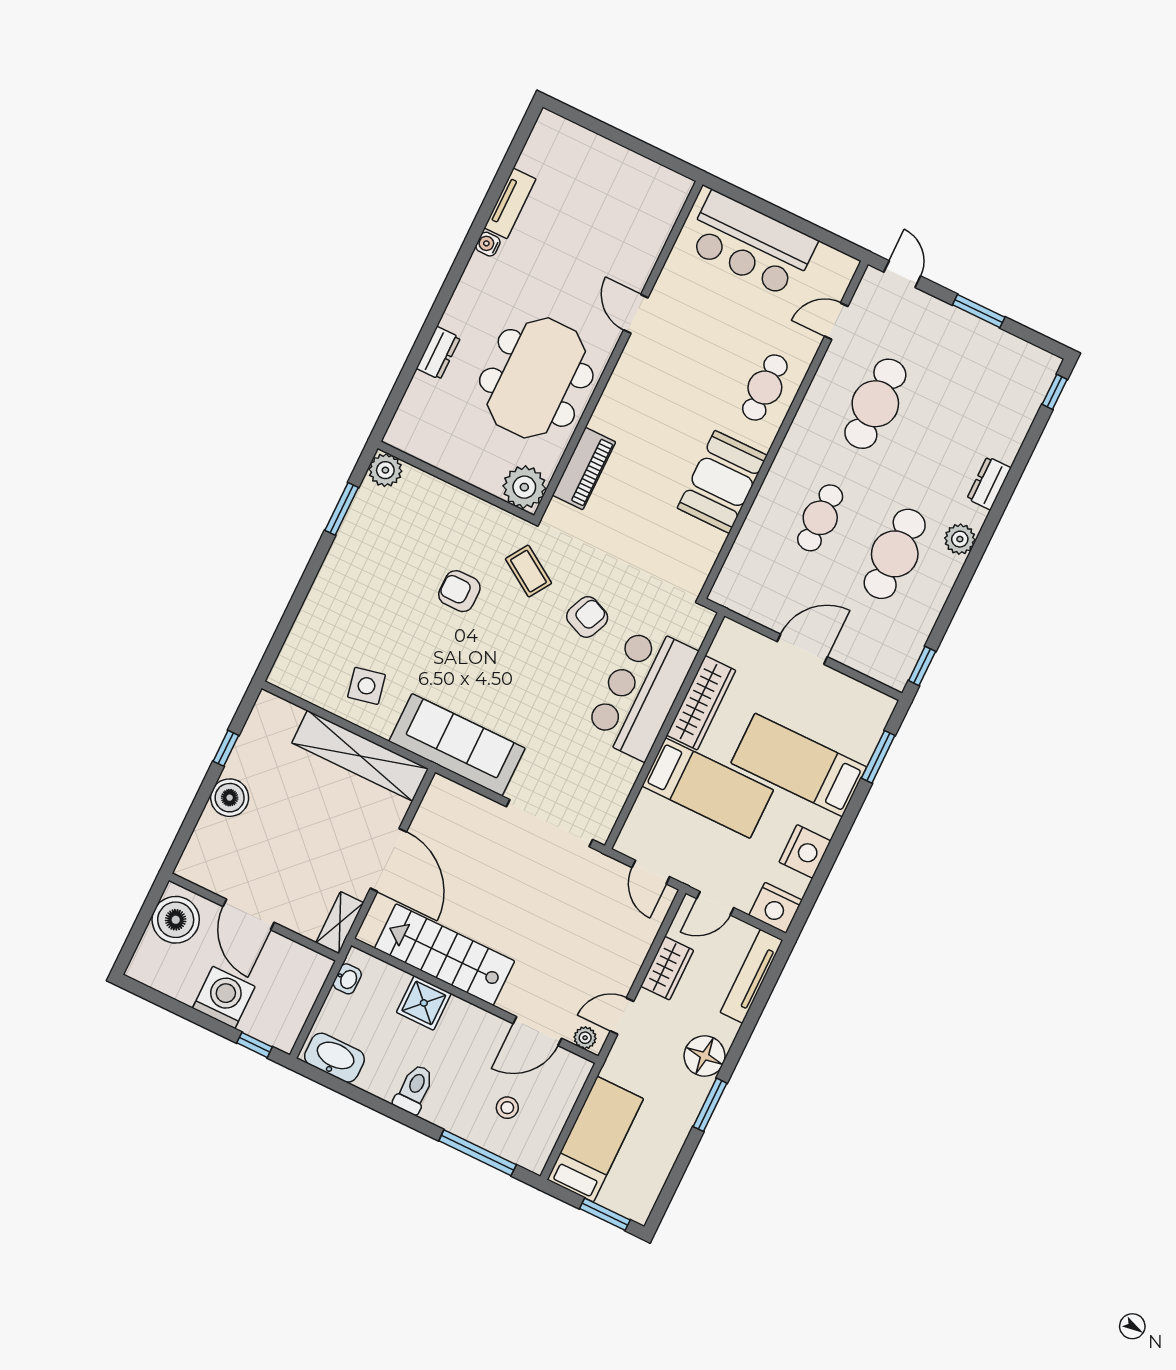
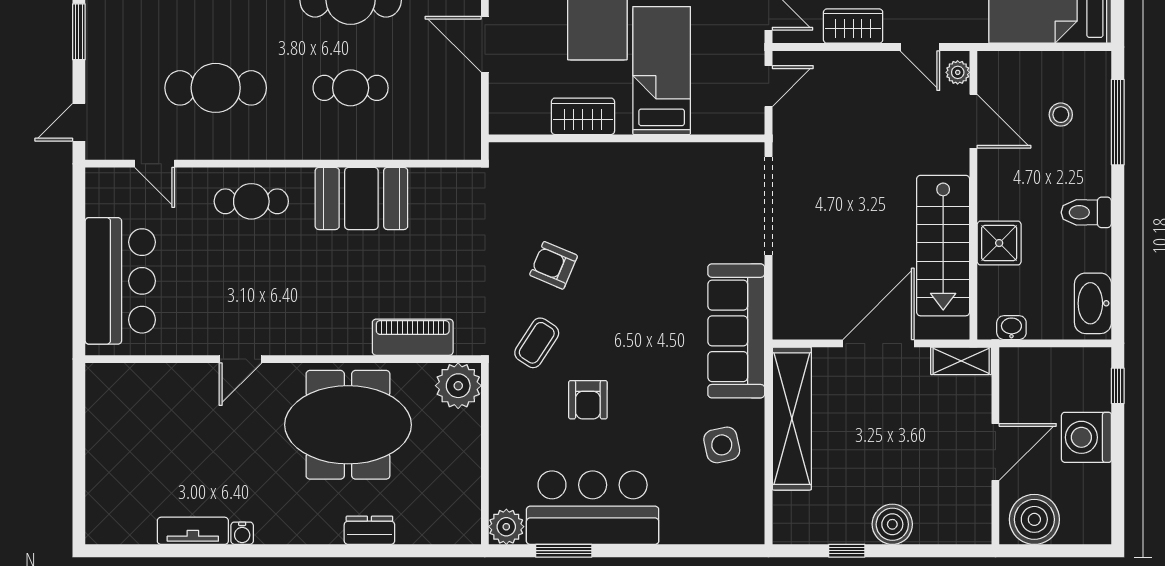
bar counter: (641, 692) -> (593, 508), moved, turned 180
wardrobe: (701, 703) -> (583, 116), width x0.67

